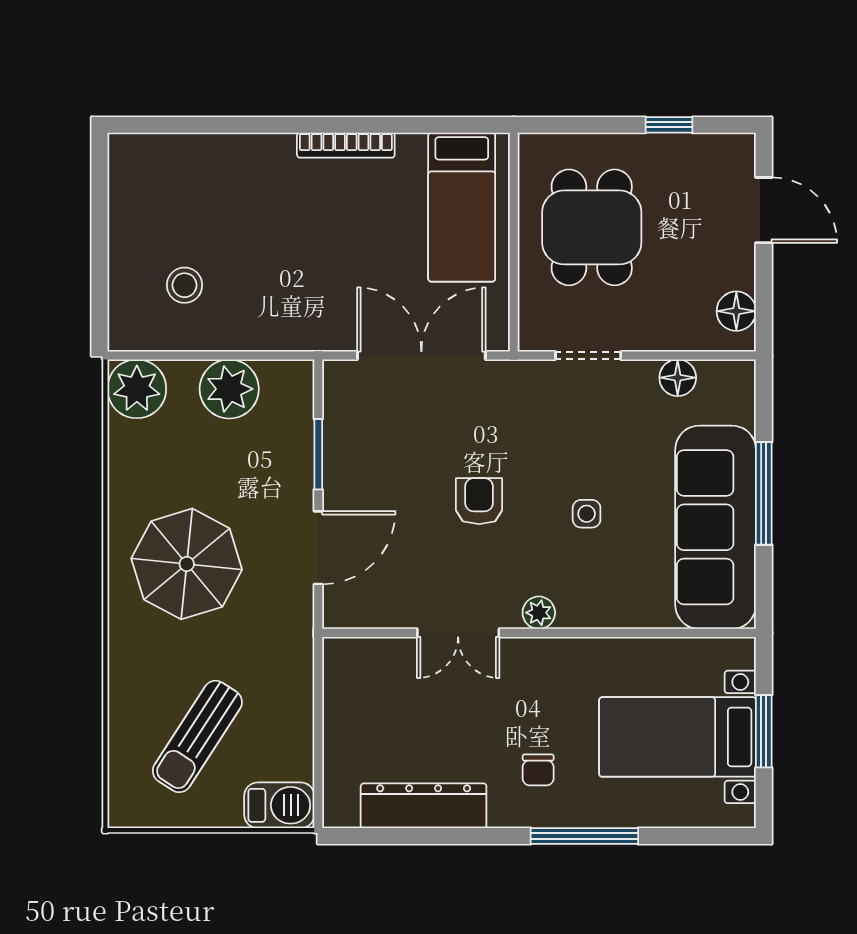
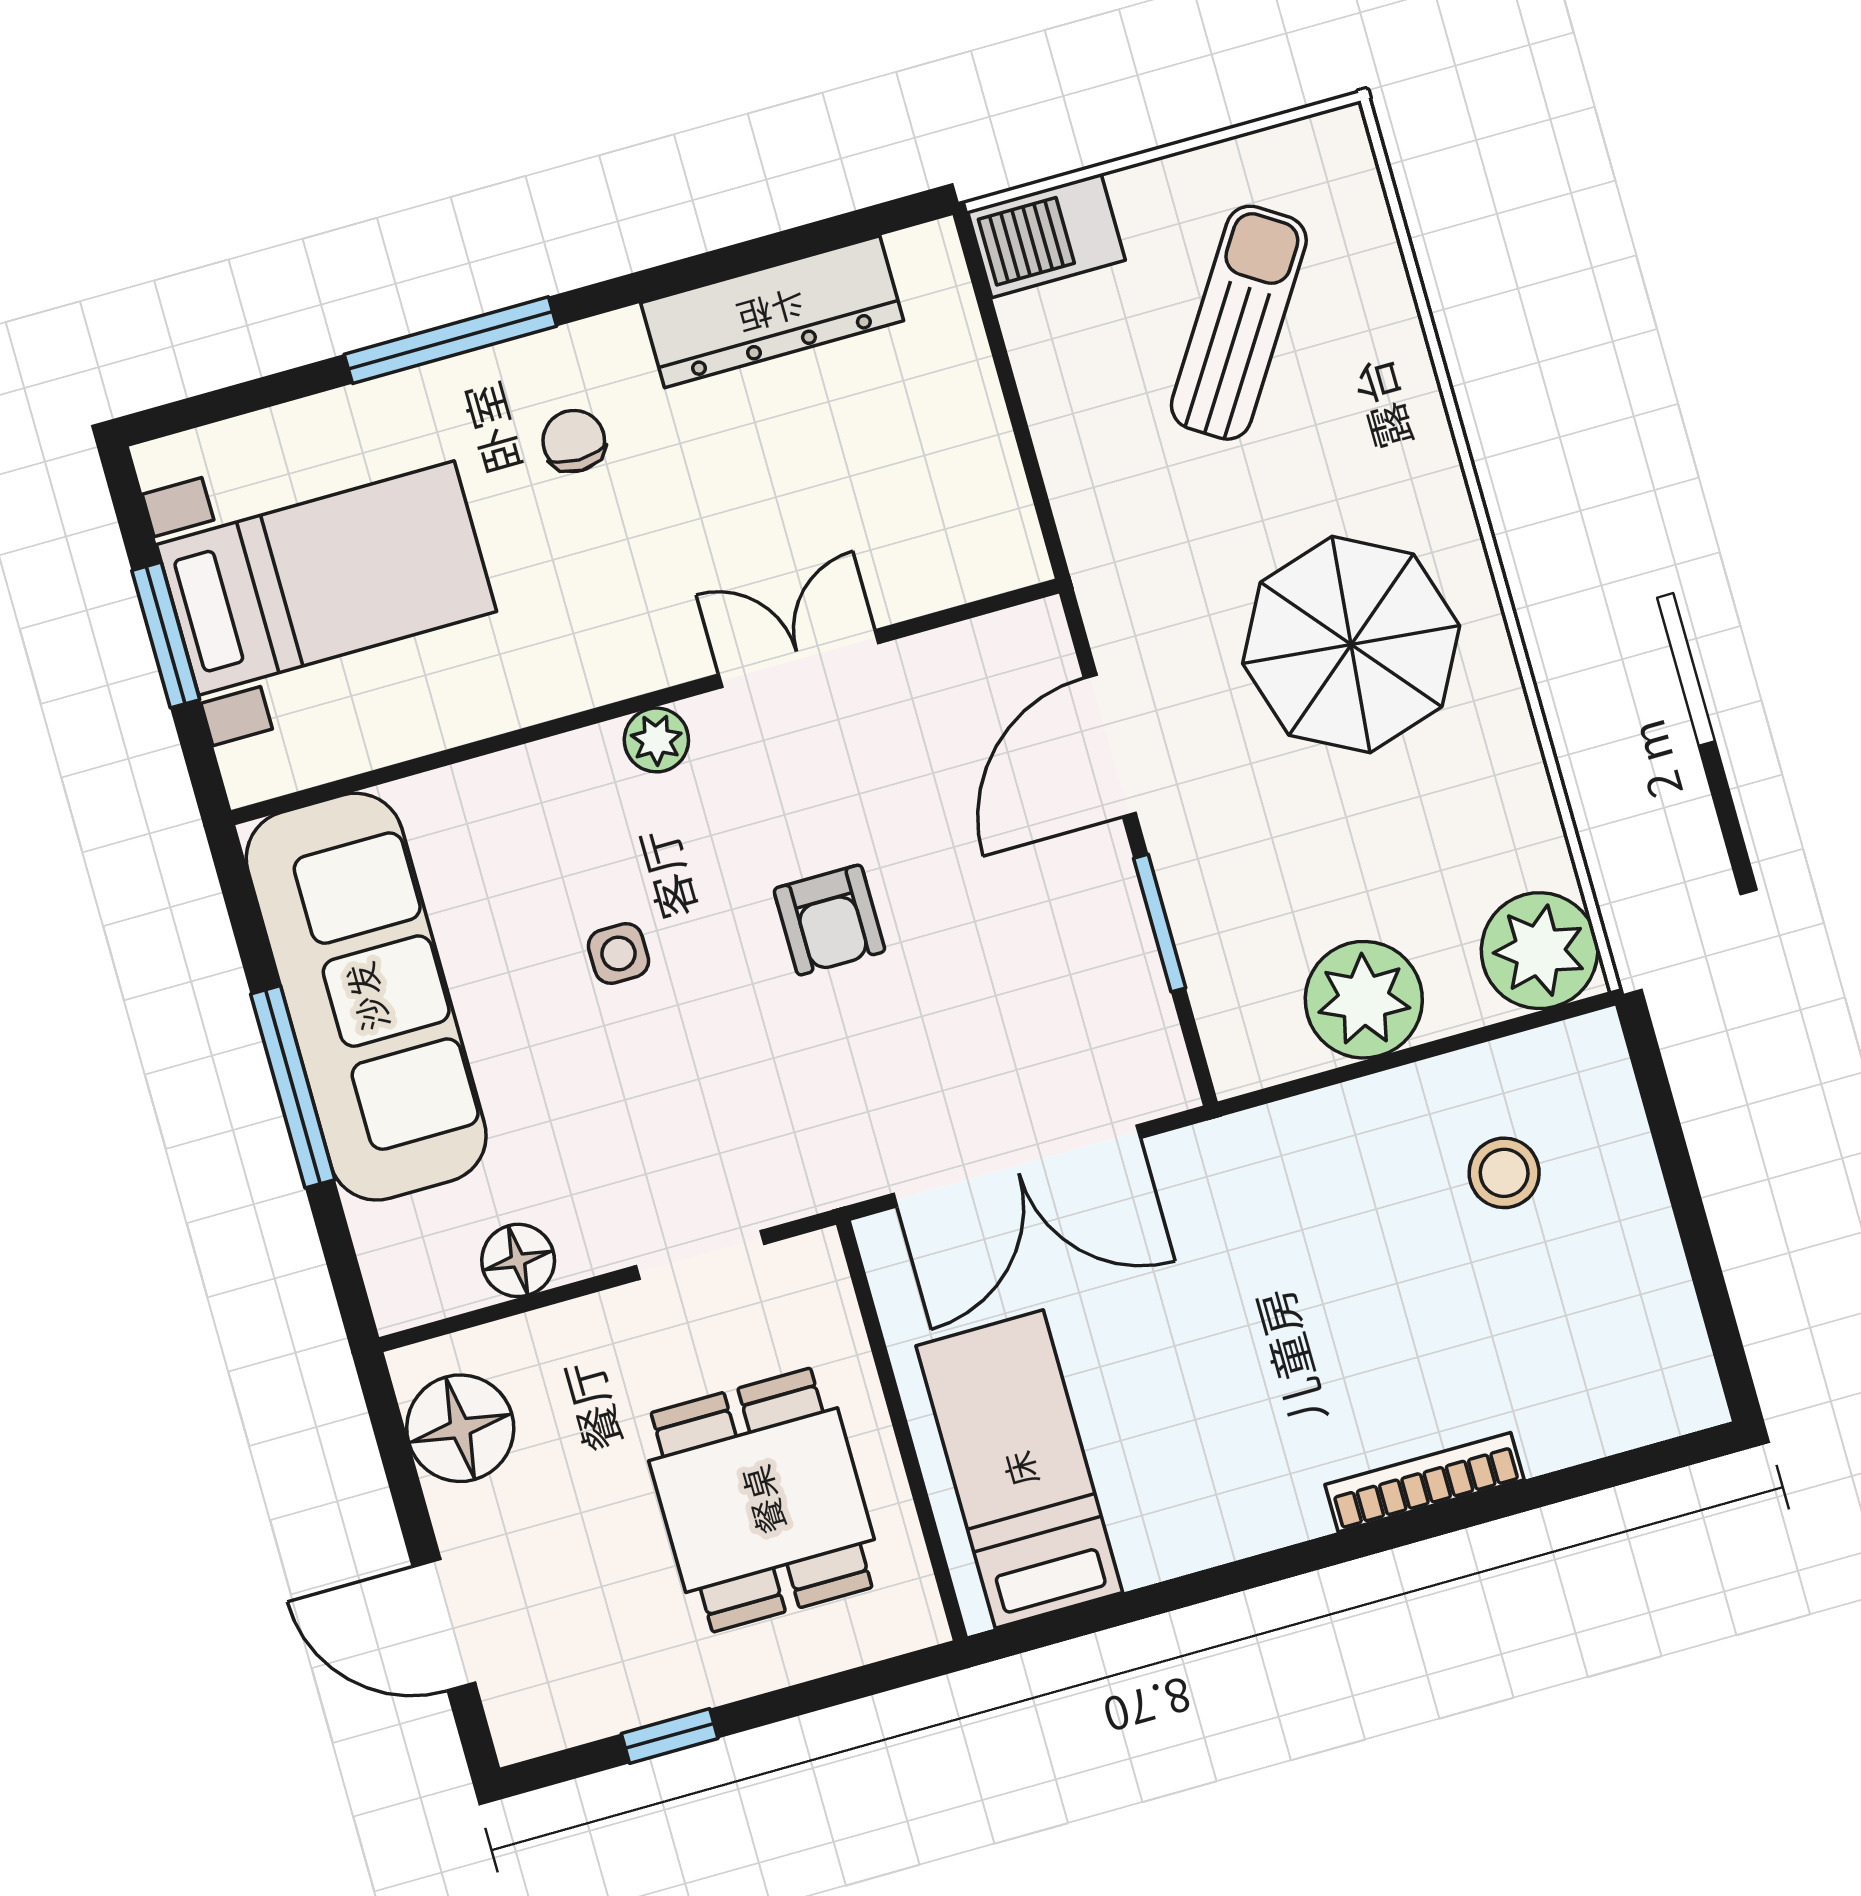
bookcase: (346, 145) -> (1424, 1482), moved
floor lamp: (736, 311) -> (460, 1428), width x1.38, depth x1.38

